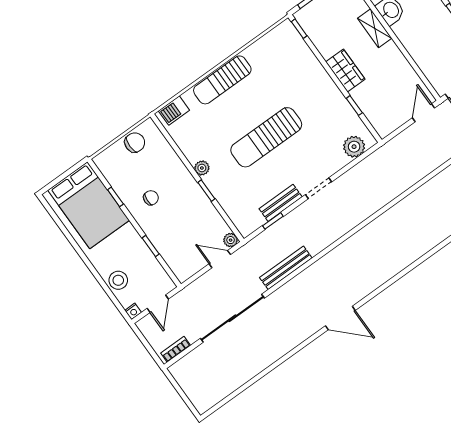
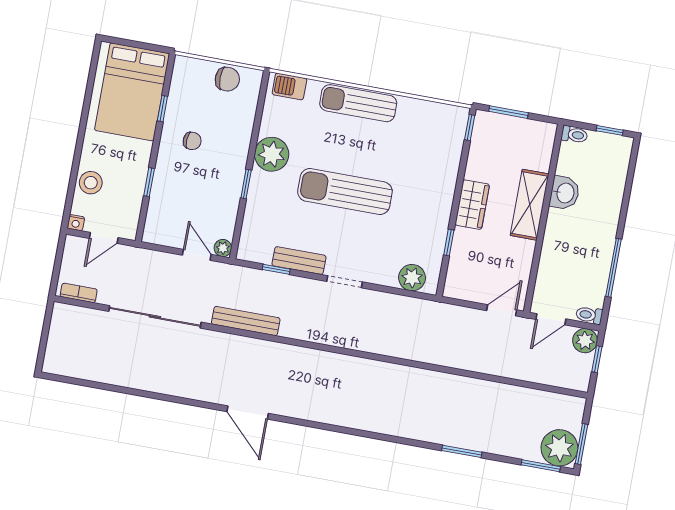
shelving: (375, 28) -> (530, 205), width x1.50, depth x1.33
plant: (202, 168) -> (272, 154), width x1.88, depth x1.88

